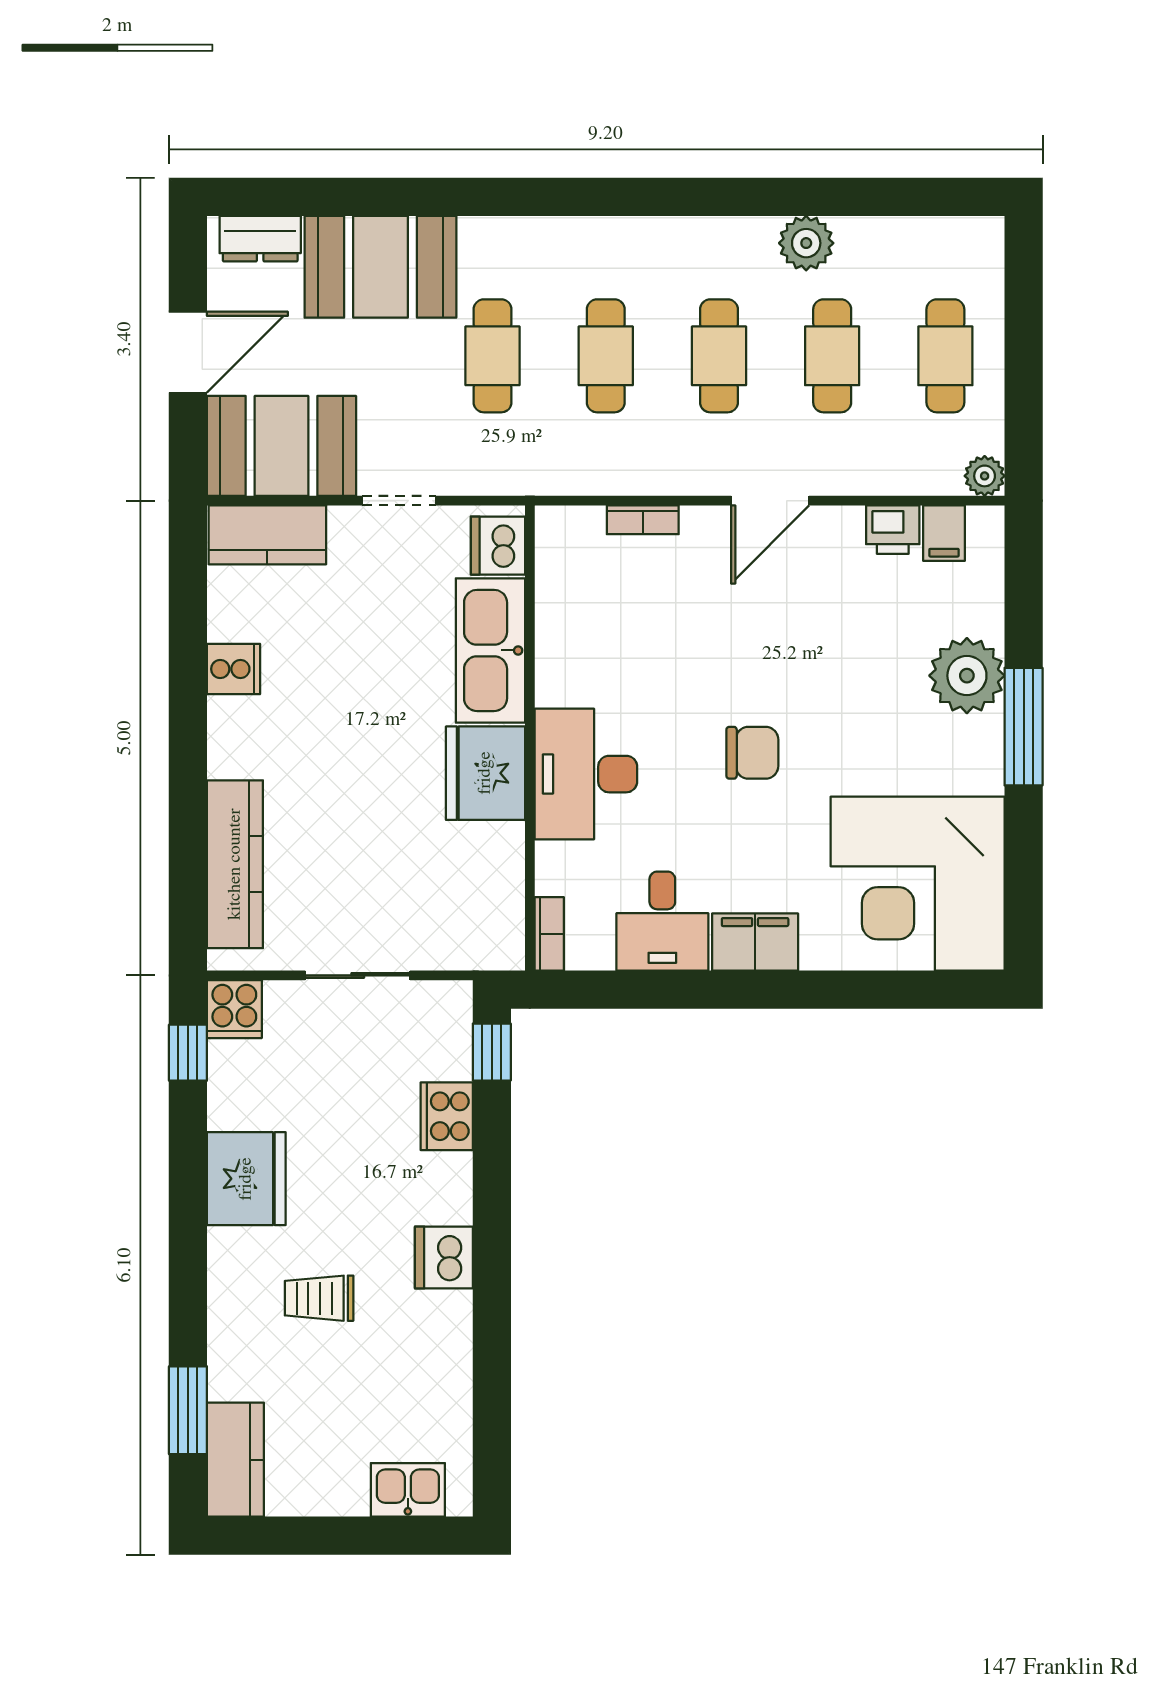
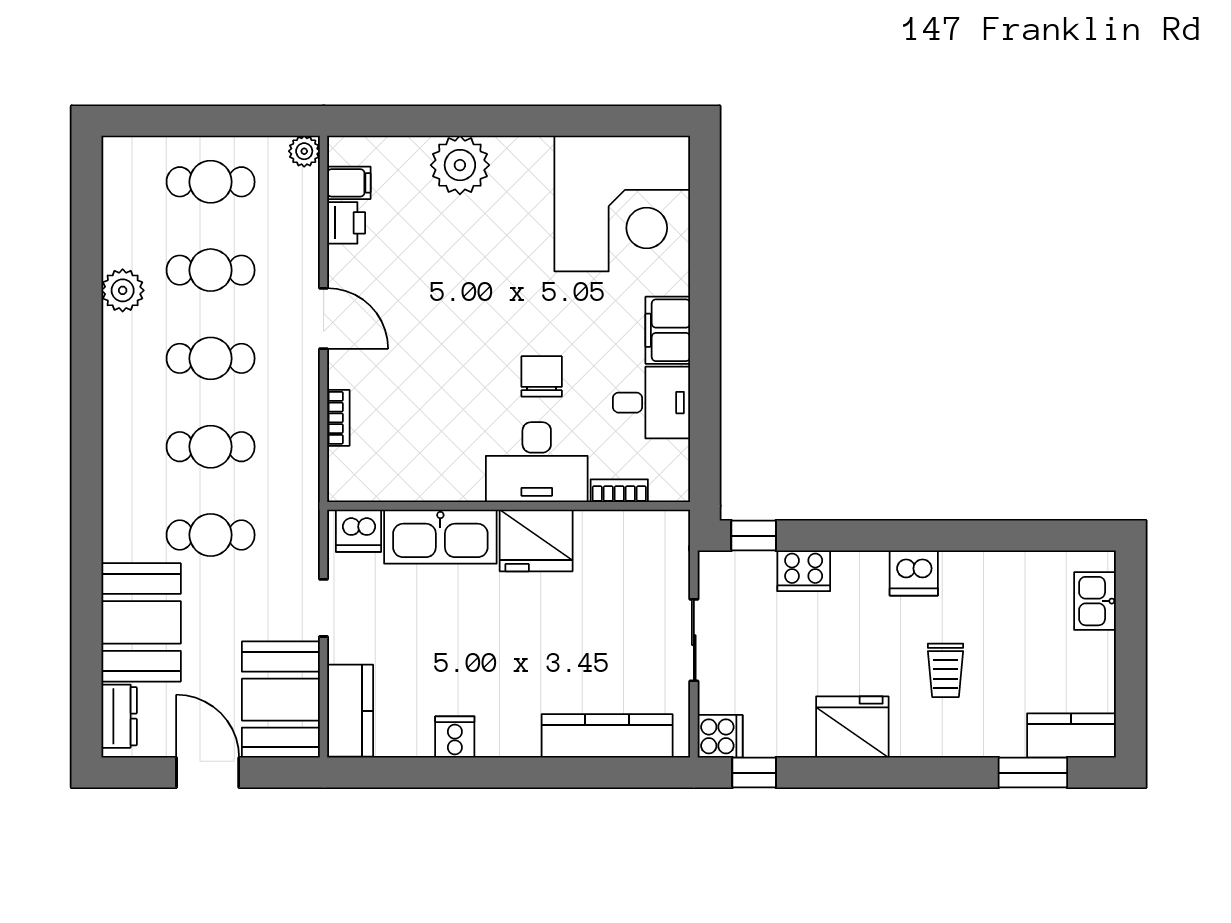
window: (1024, 727) -> (500, 121), removed
chair: (752, 753) -> (542, 376), moved
bookcase: (549, 934) -> (619, 491), moved

